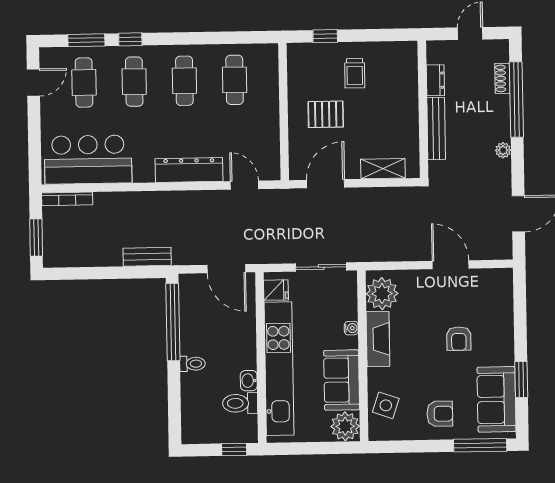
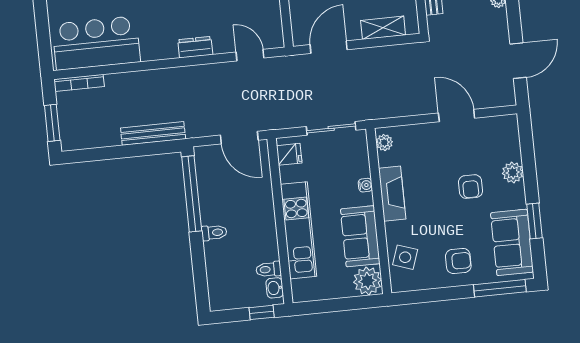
dresser: (189, 170) -> (195, 47), width x0.51, depth x0.80
bench: (147, 257) -> (153, 133), width x1.36
plant: (382, 294) -> (384, 143), width x0.53, depth x0.53
plant: (503, 328) -> (513, 173), added
kitchen unit: (279, 369) -> (298, 230), width x0.73
washbasin: (249, 381) -> (275, 288), moved
toilet: (240, 403) -> (269, 269), width x0.73, depth x0.72

